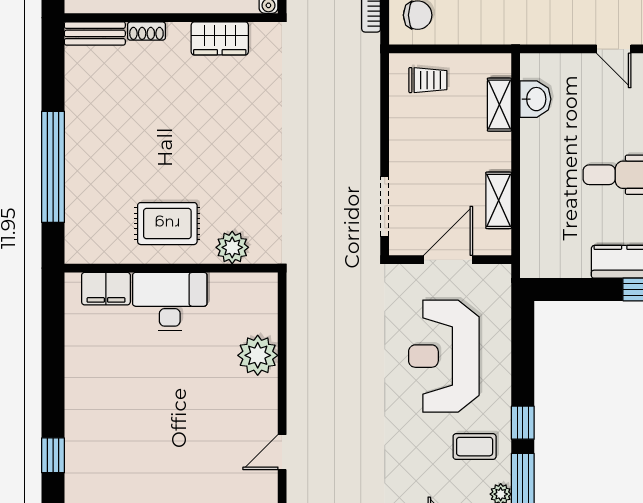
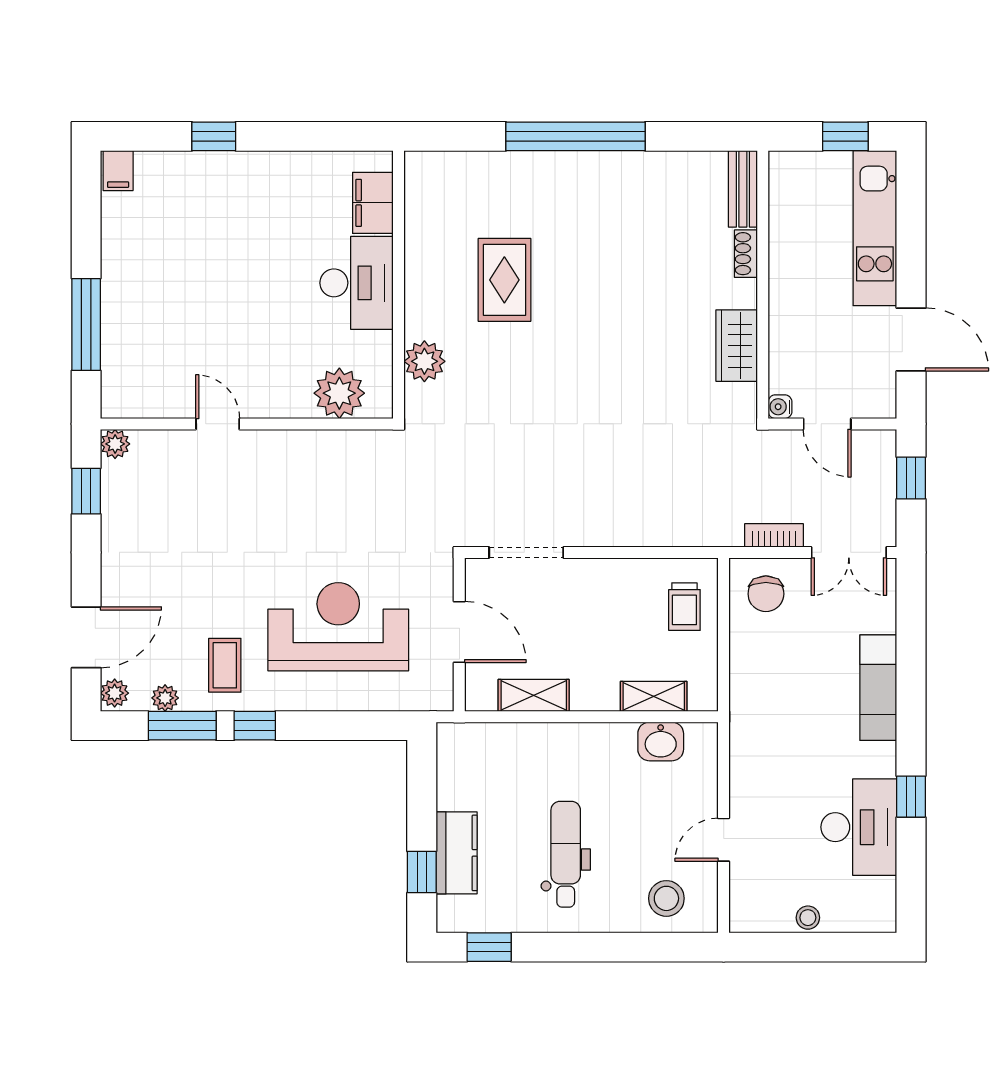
plant: (232, 247) -> (424, 361), moved
wall: (171, 268) -> (399, 285), moved
filing cabinet: (106, 289) -> (373, 203), moved
desk: (170, 302) -> (357, 283), moved

